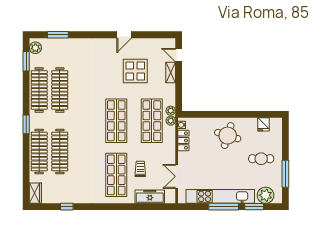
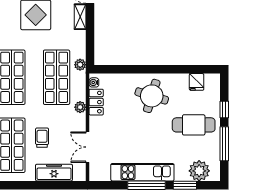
plant: (171, 121) -> (80, 107), moved
window: (285, 146) -> (224, 109), added
cafe table: (261, 159) -> (194, 125), width x1.37, depth x1.35
kitchen unit: (220, 196) -> (142, 172), width x0.73

